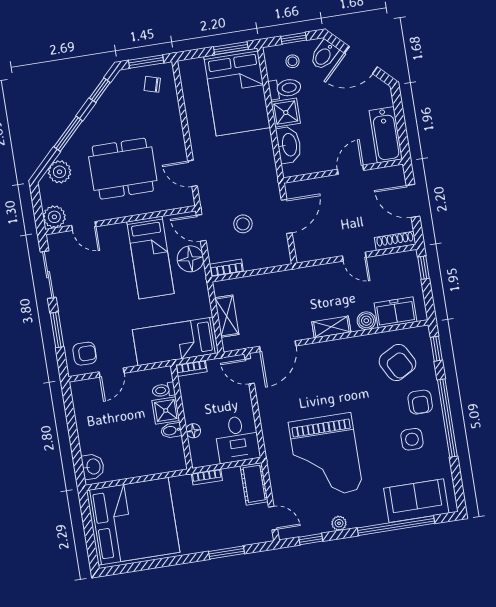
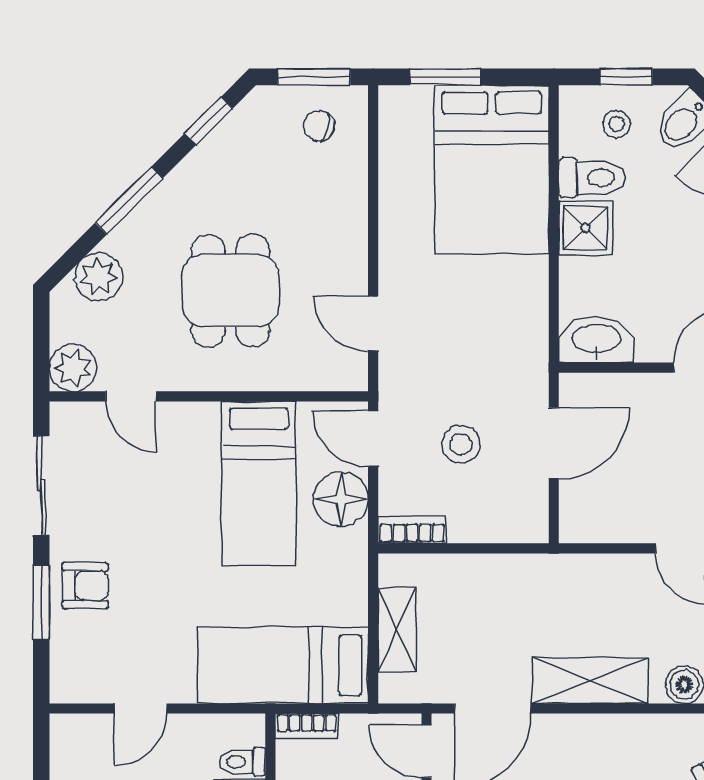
window: (231, 48) -> (445, 77), moved
washbasin: (289, 145) -> (596, 340), moved, turned -90
dining table: (123, 169) -> (230, 291), width x0.73
shelving: (331, 327) -> (591, 680), width x1.50, depth x1.33
armchair: (85, 354) -> (85, 586), moved

